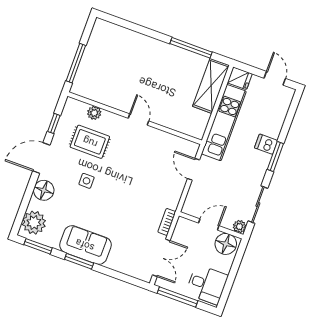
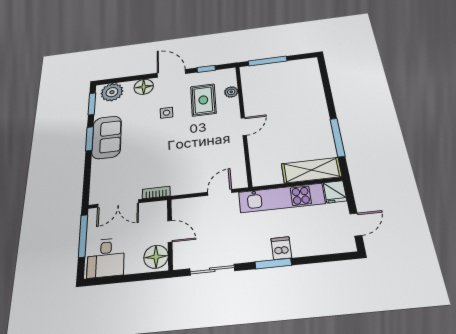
plant: (239, 227) -> (180, 262), removed

